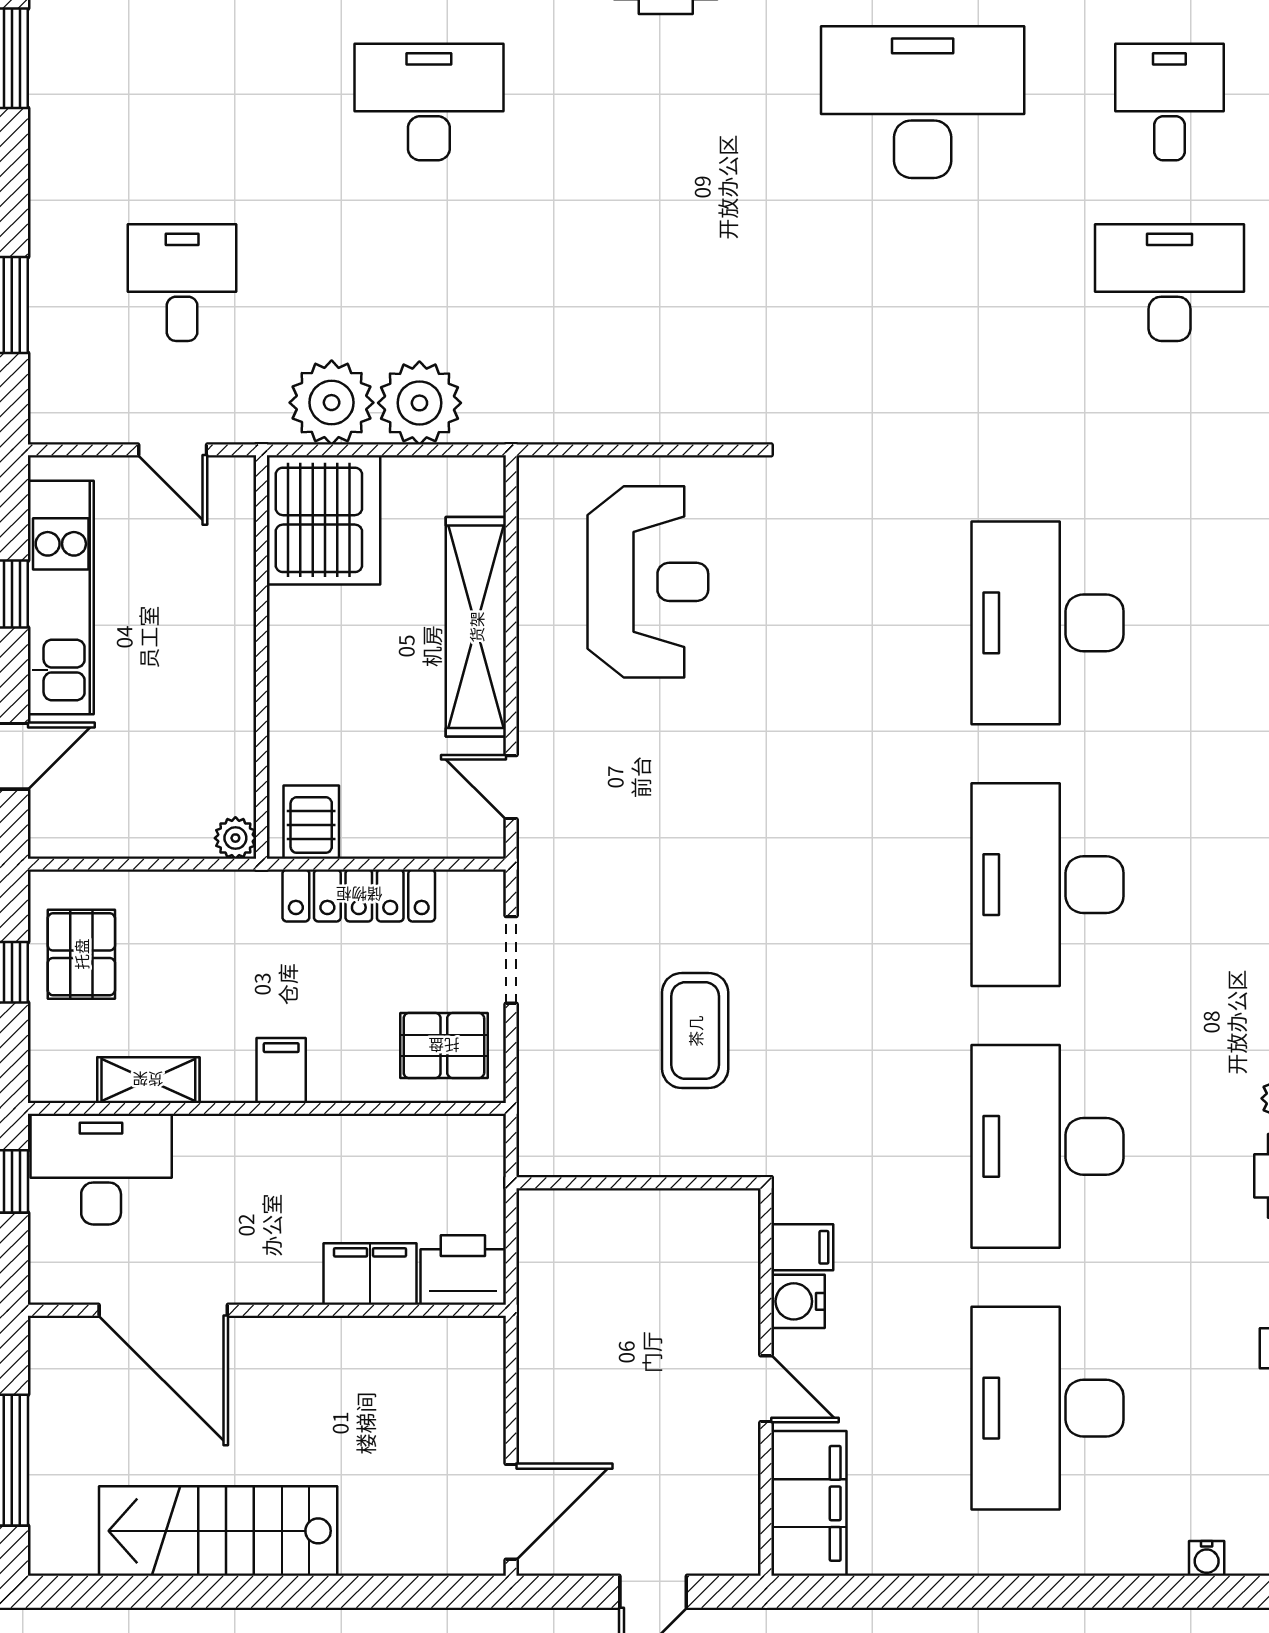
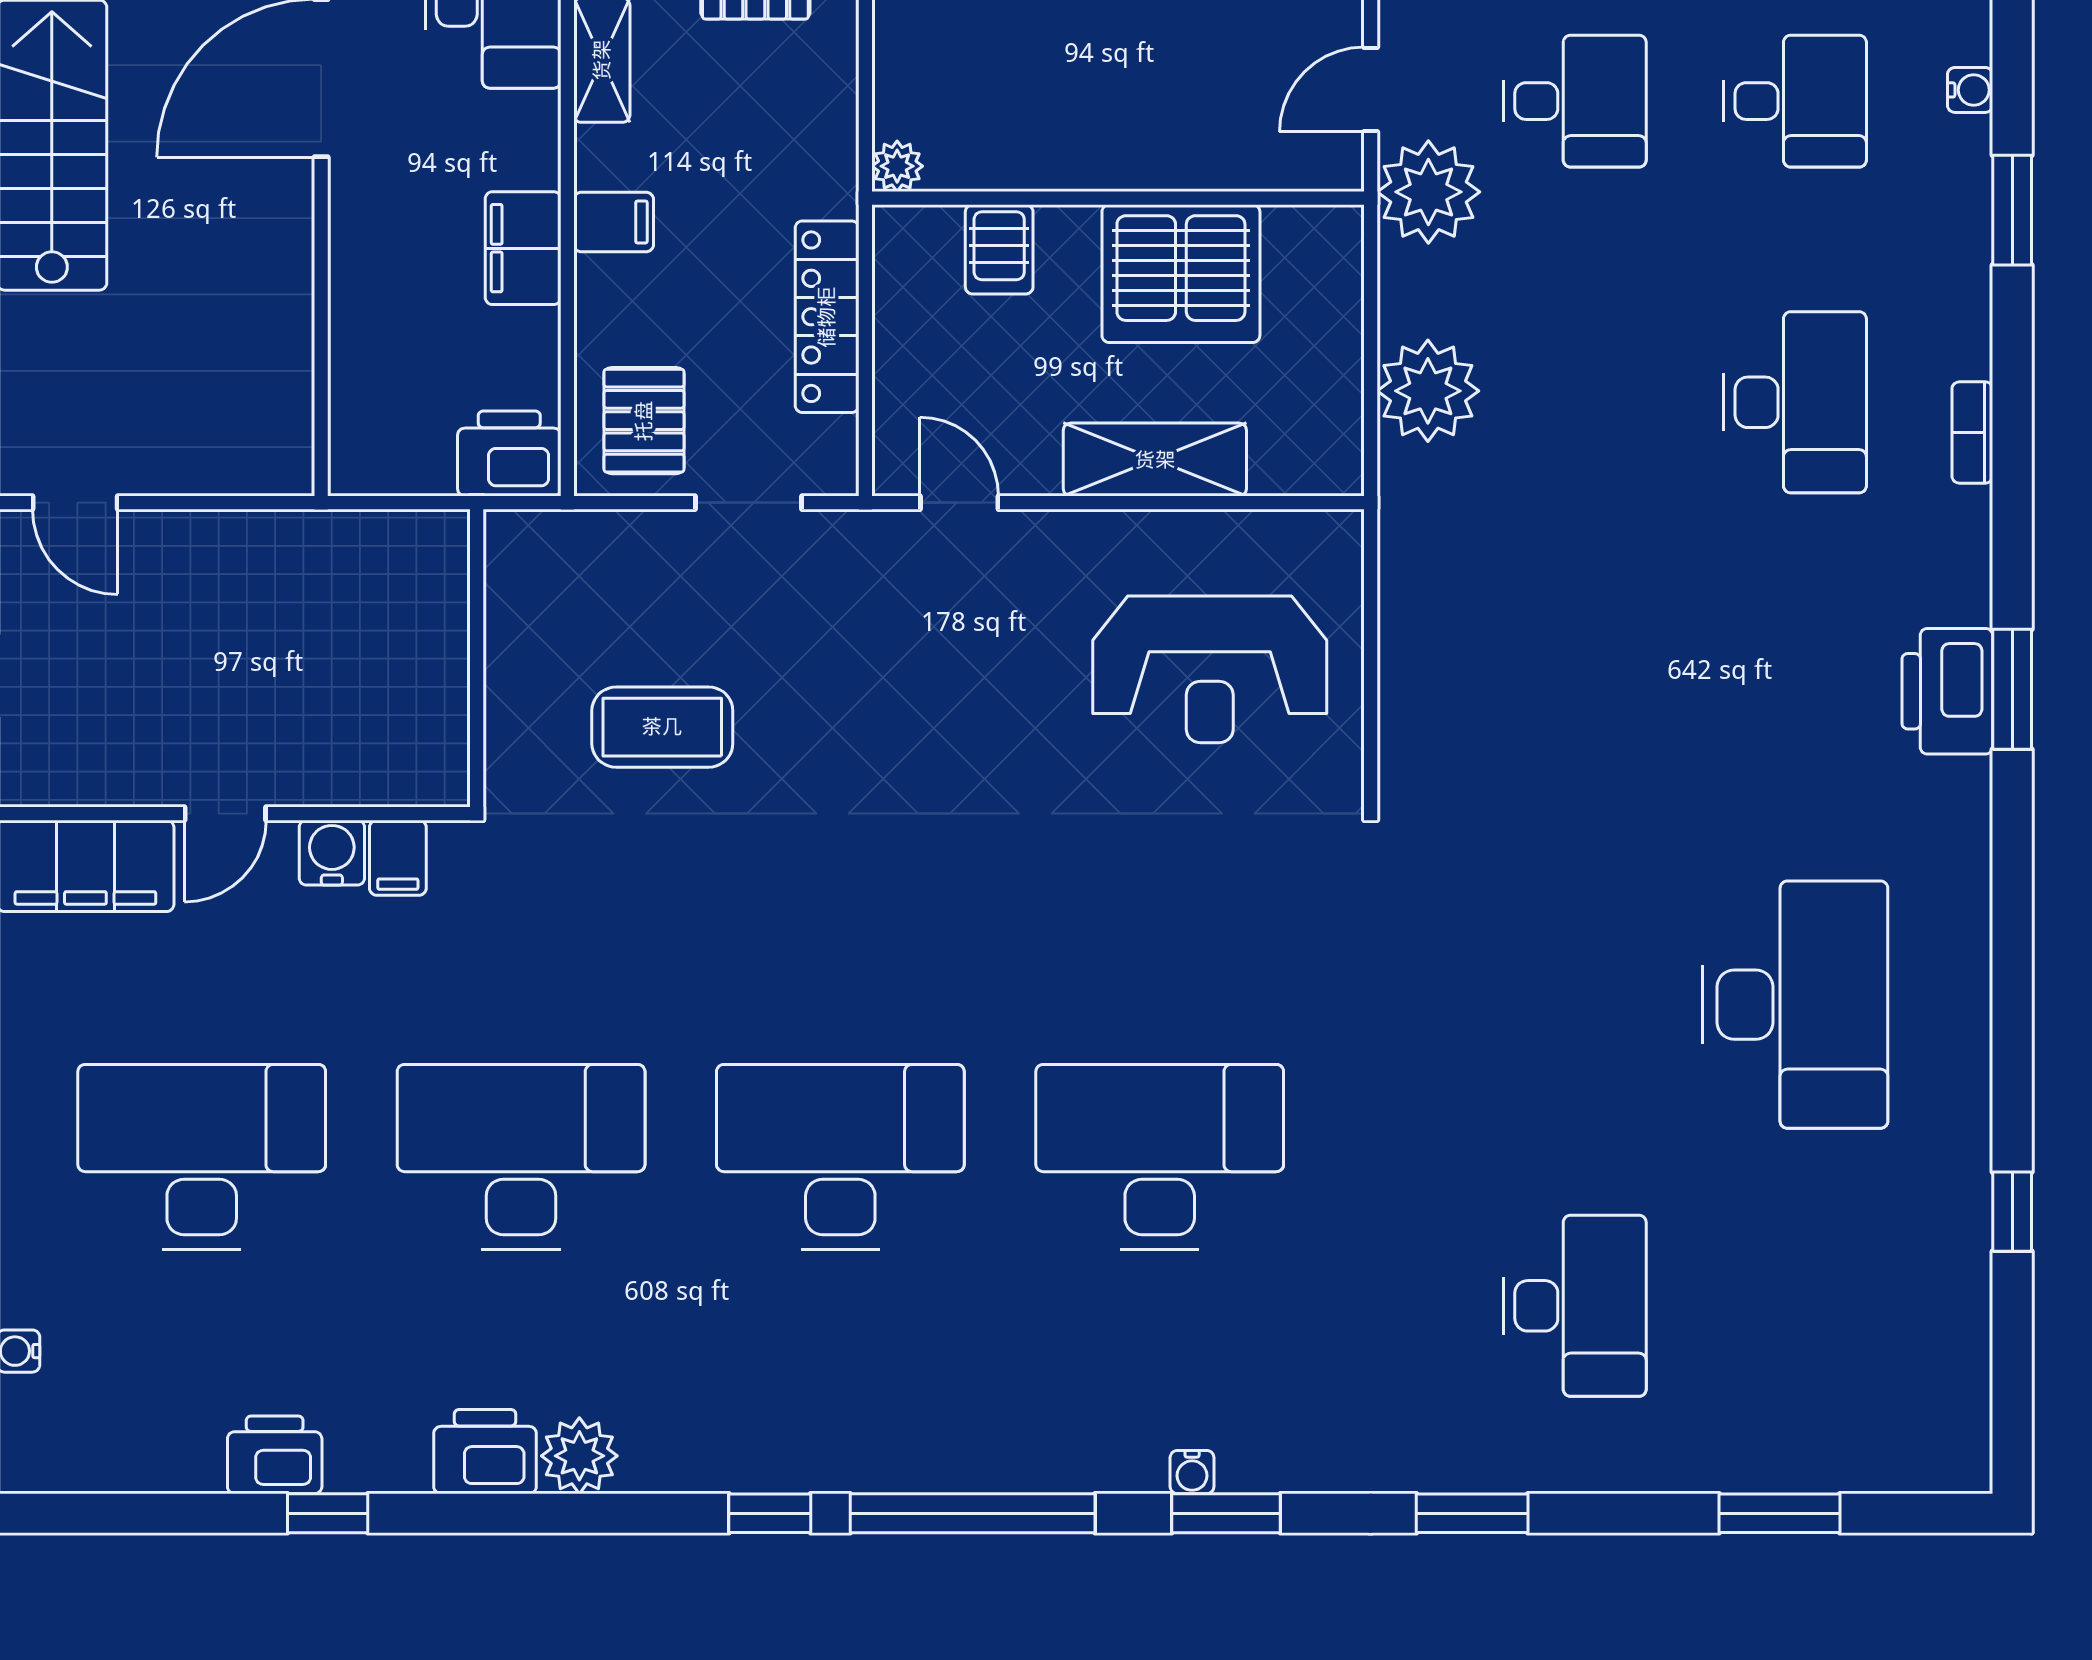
desk: (1169, 102) -> (1795, 101), moved
plant: (332, 403) -> (1428, 192), moved
server rack: (323, 520) -> (1181, 274), moved
shelving: (476, 627) -> (1155, 460), width x0.68
door: (511, 787) -> (959, 503), hinge flipped
server rack: (311, 822) -> (999, 249), moved, turned 90
printer: (463, 1270) -> (509, 453), moved, turned -90
filing cabinet: (370, 1274) -> (523, 248), moved, turned 180
door: (511, 1512) -> (75, 503), width x0.73

